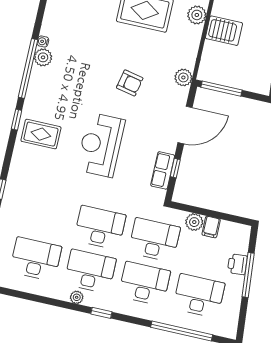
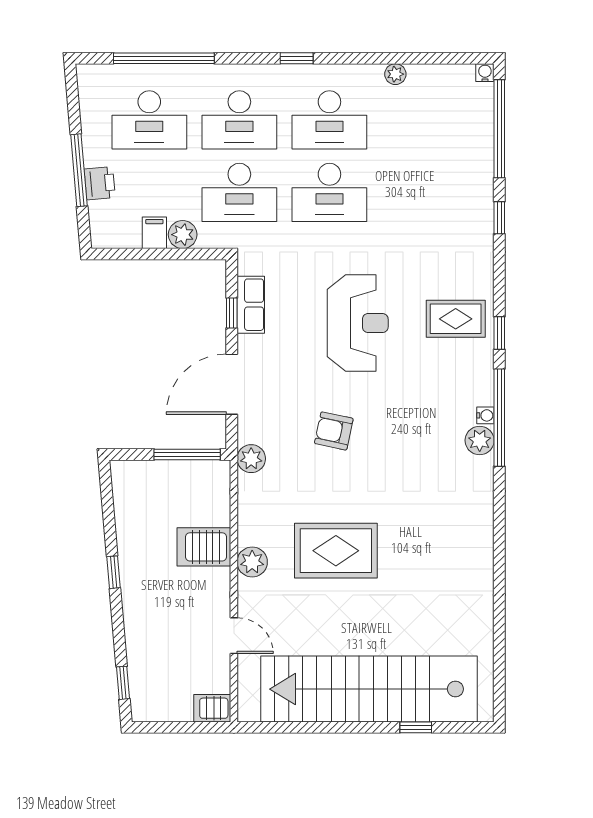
water cooler: (43, 41) -> (485, 415), moved
desk: (36, 259) -> (420, 120), removed
plant: (77, 297) -> (395, 74), moved

